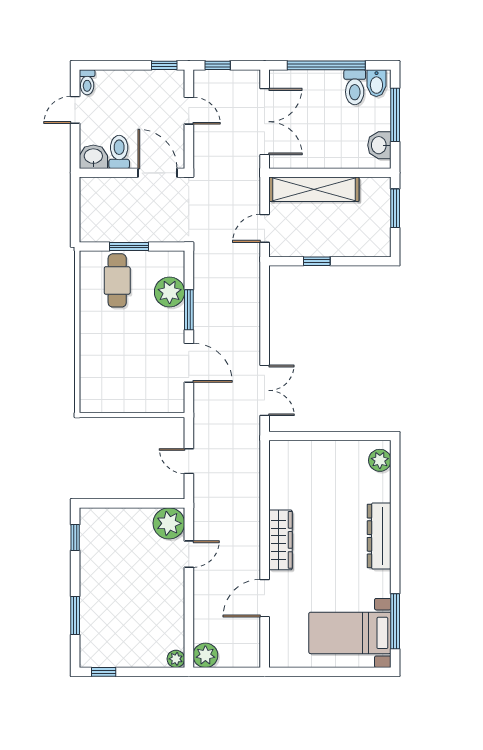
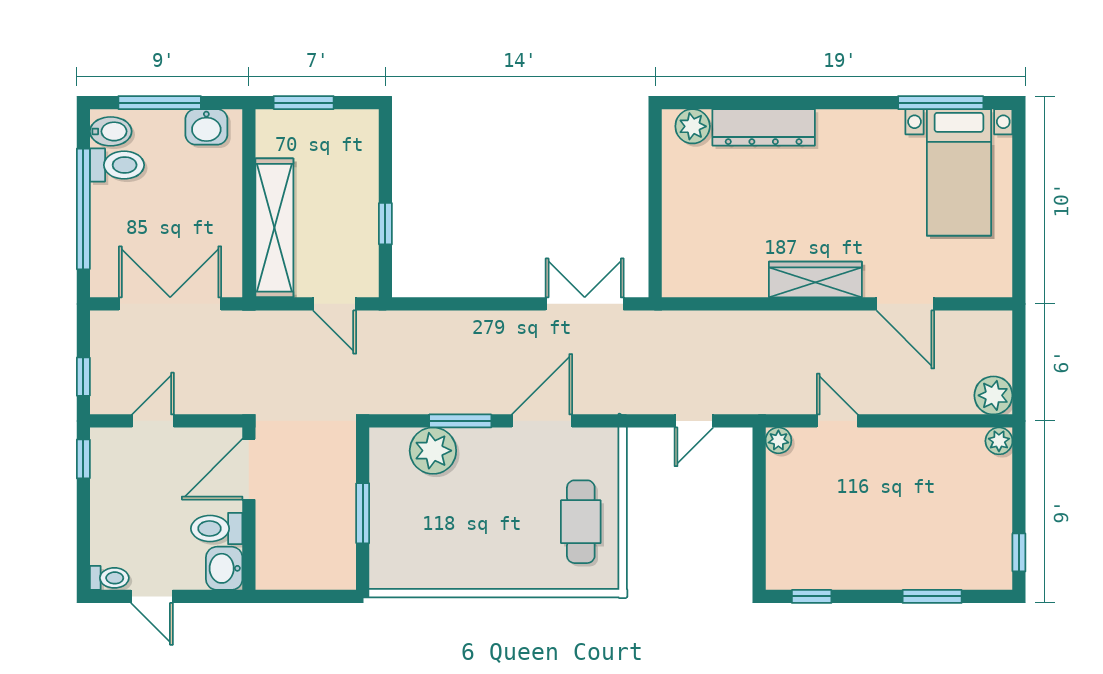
cafe table: (117, 280) -> (581, 522), moved, turned 90
plant: (169, 523) -> (778, 440), width x0.53, depth x0.53
dresser: (379, 536) -> (764, 127), moved

